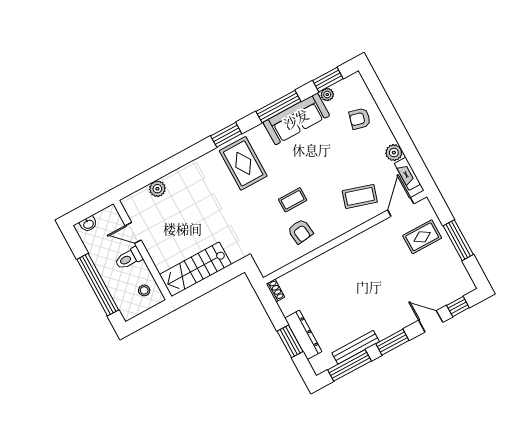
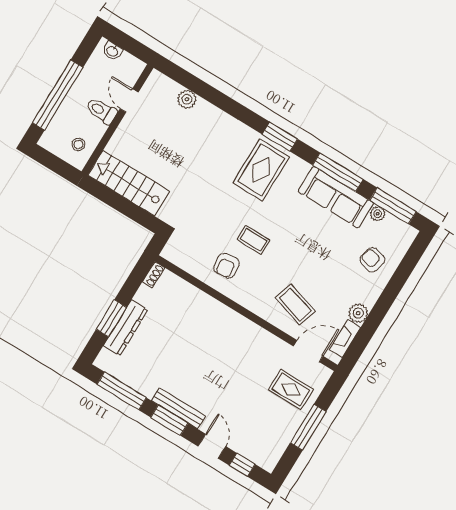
window: (328, 80) -> (393, 206), width x1.44
bench: (356, 347) -> (178, 408), moved

